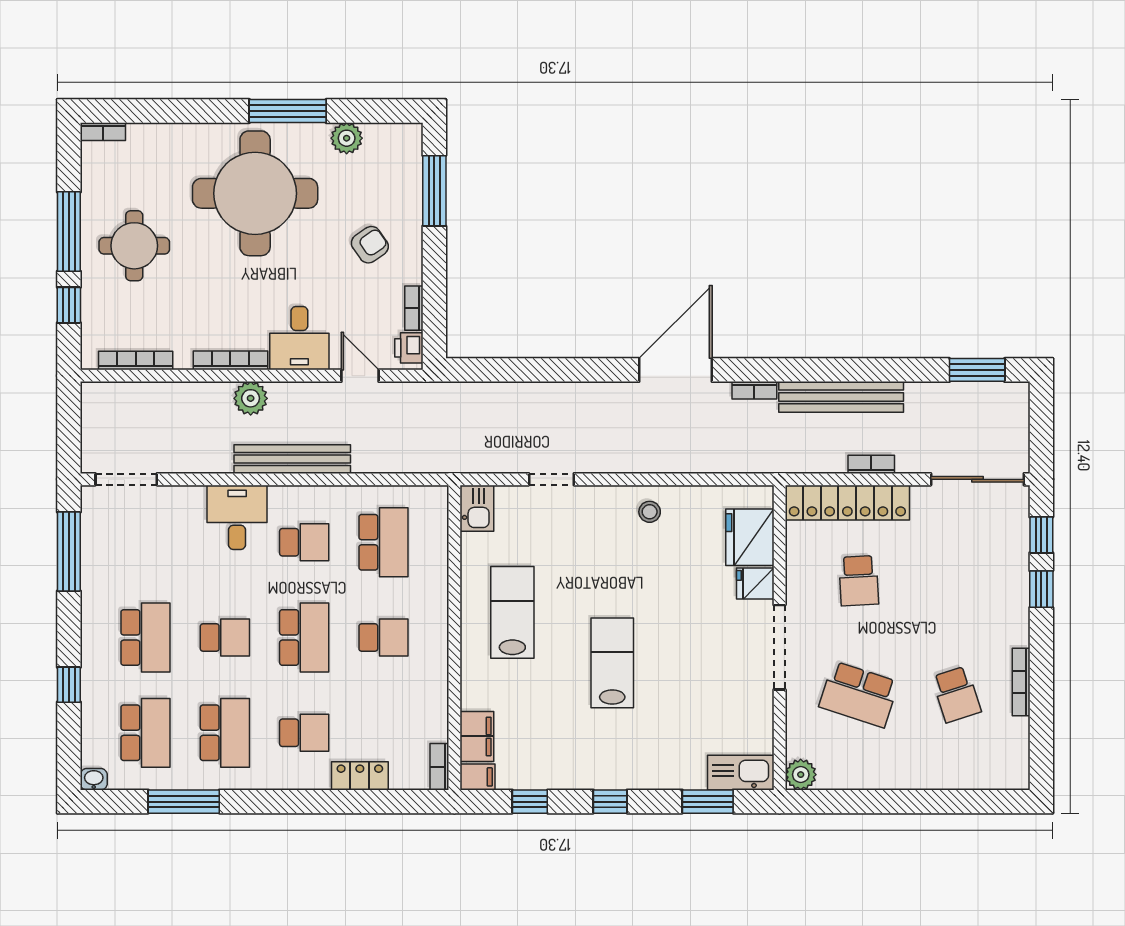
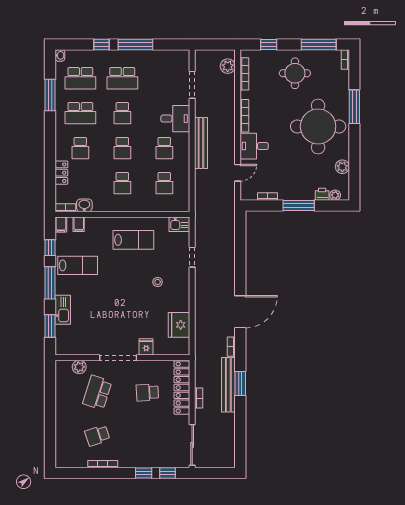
window: (288, 111) -> (354, 107), moved
plant: (411, 155) -> (335, 195), added
window: (434, 191) -> (299, 205), moved
window: (69, 232) -> (319, 44), moved
armchair: (370, 245) -> (295, 177), removed
printer: (409, 348) -> (322, 194), moved
door: (676, 370) -> (240, 312), hinge flipped
window: (977, 370) -> (240, 383), moved
plant: (251, 398) -> (228, 66), moved
doorway: (126, 479) -> (192, 85), moved
stool: (650, 512) -> (158, 282), moved
fridge: (750, 537) -> (179, 325), moved, turned -90
school desk: (383, 542) -> (164, 183), width x0.54
window: (69, 551) -> (135, 44), moved
school desk: (304, 638) -> (122, 148), width x0.54
lab bench: (612, 663) -> (78, 265), moved
washbasin: (434, 724) -> (84, 205), added
filing cabinet: (477, 736) -> (79, 224), width x0.50
kitchen sink: (741, 773) -> (63, 310), moved
plant: (801, 775) -> (79, 367), moved
window: (610, 802) -> (50, 283), width x2.17

